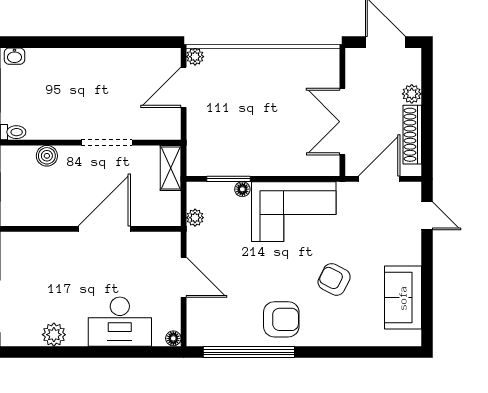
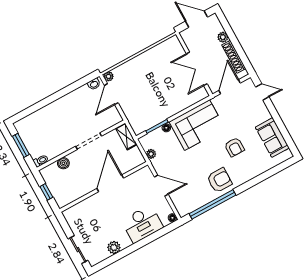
washbasin: (14, 56) -> (94, 84), moved
armchair: (334, 279) -> (234, 147), turned -117

